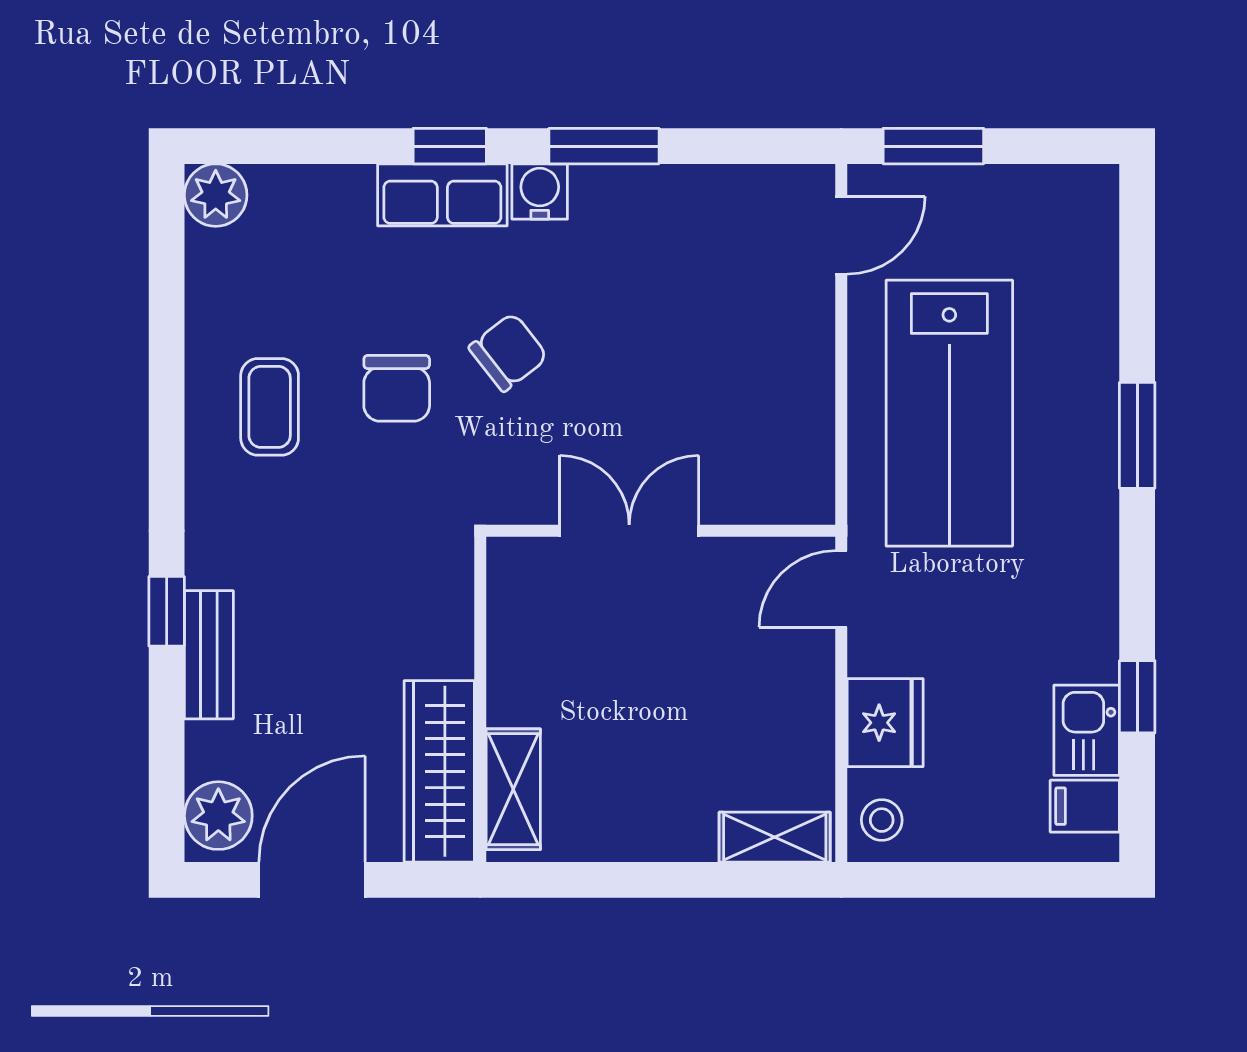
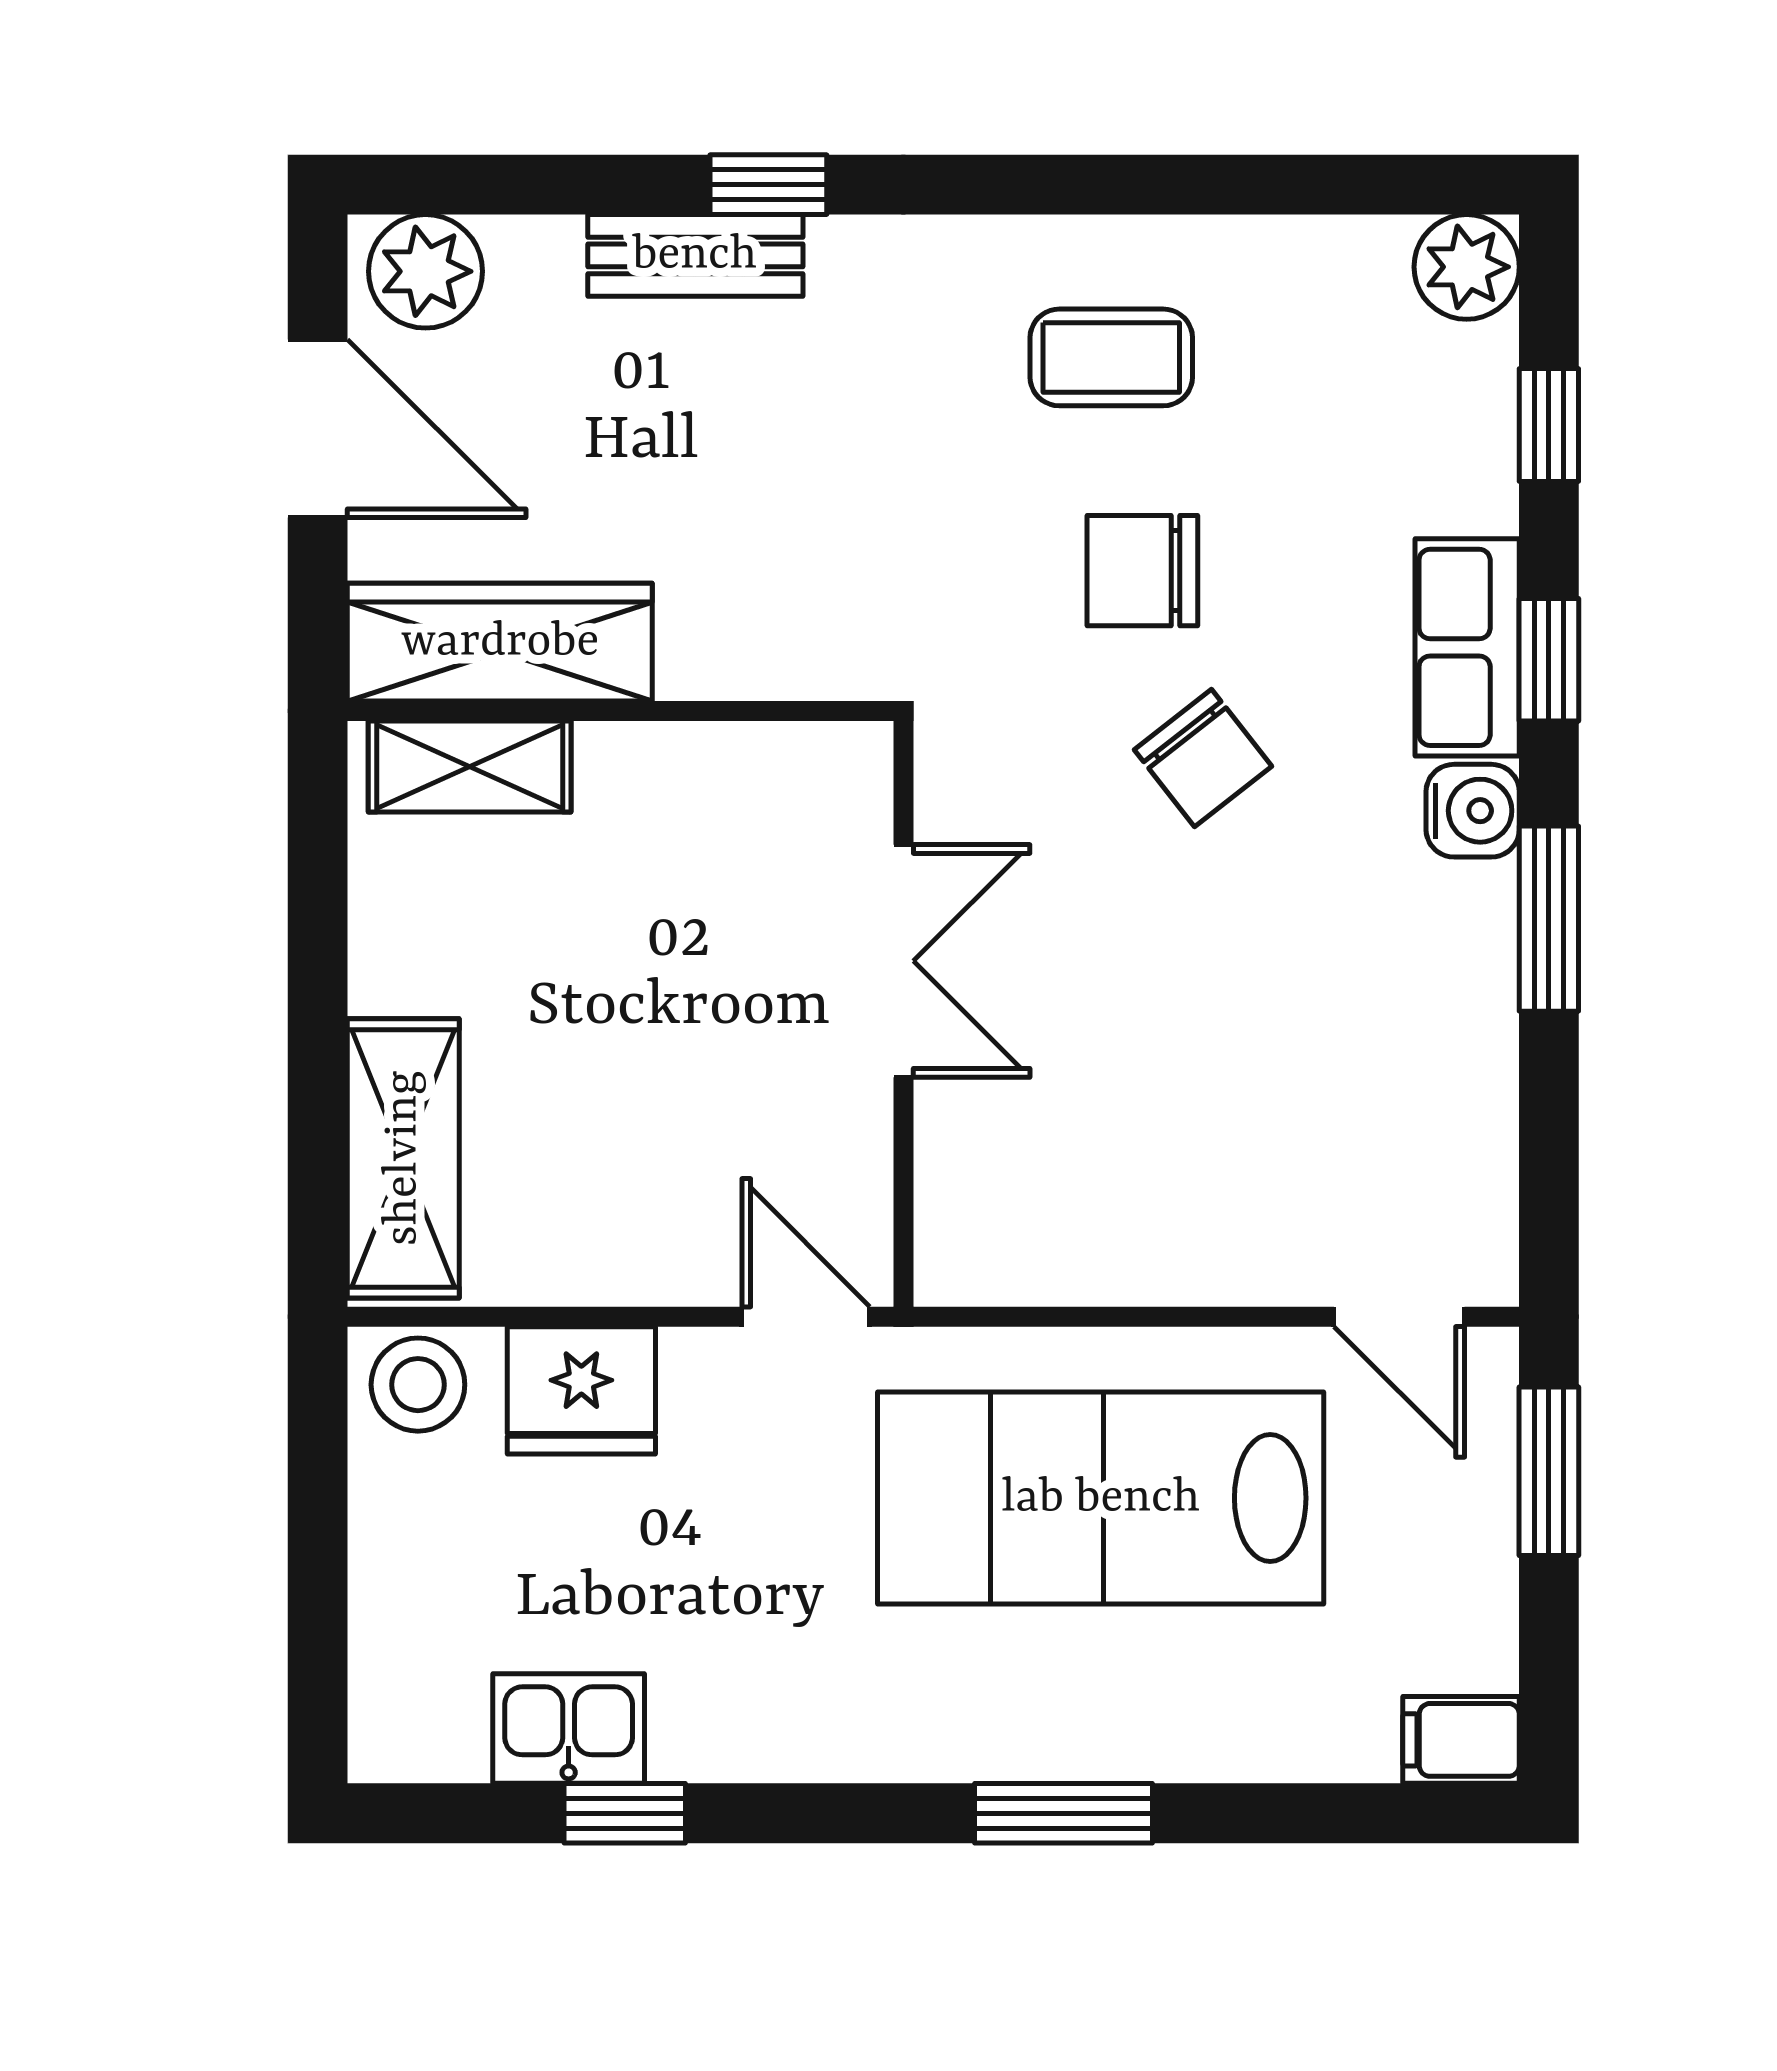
window: (310, 146) -> (1549, 425), added
filing cabinet: (1085, 806) -> (1461, 1740), moved, turned -90
stool: (882, 820) -> (418, 1385), width x1.37, depth x1.37
shelving: (775, 837) -> (403, 1158), width x1.50, depth x1.33

